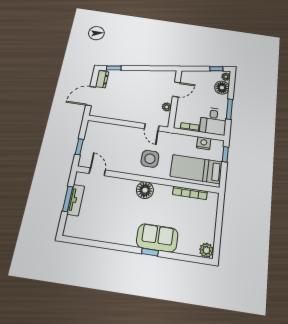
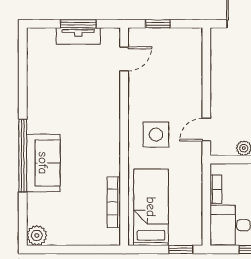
nightstand: (204, 143) -> (193, 214), removed
floor lamp: (145, 190) -> (108, 135), removed
window: (150, 252) -> (23, 156), width x3.17

